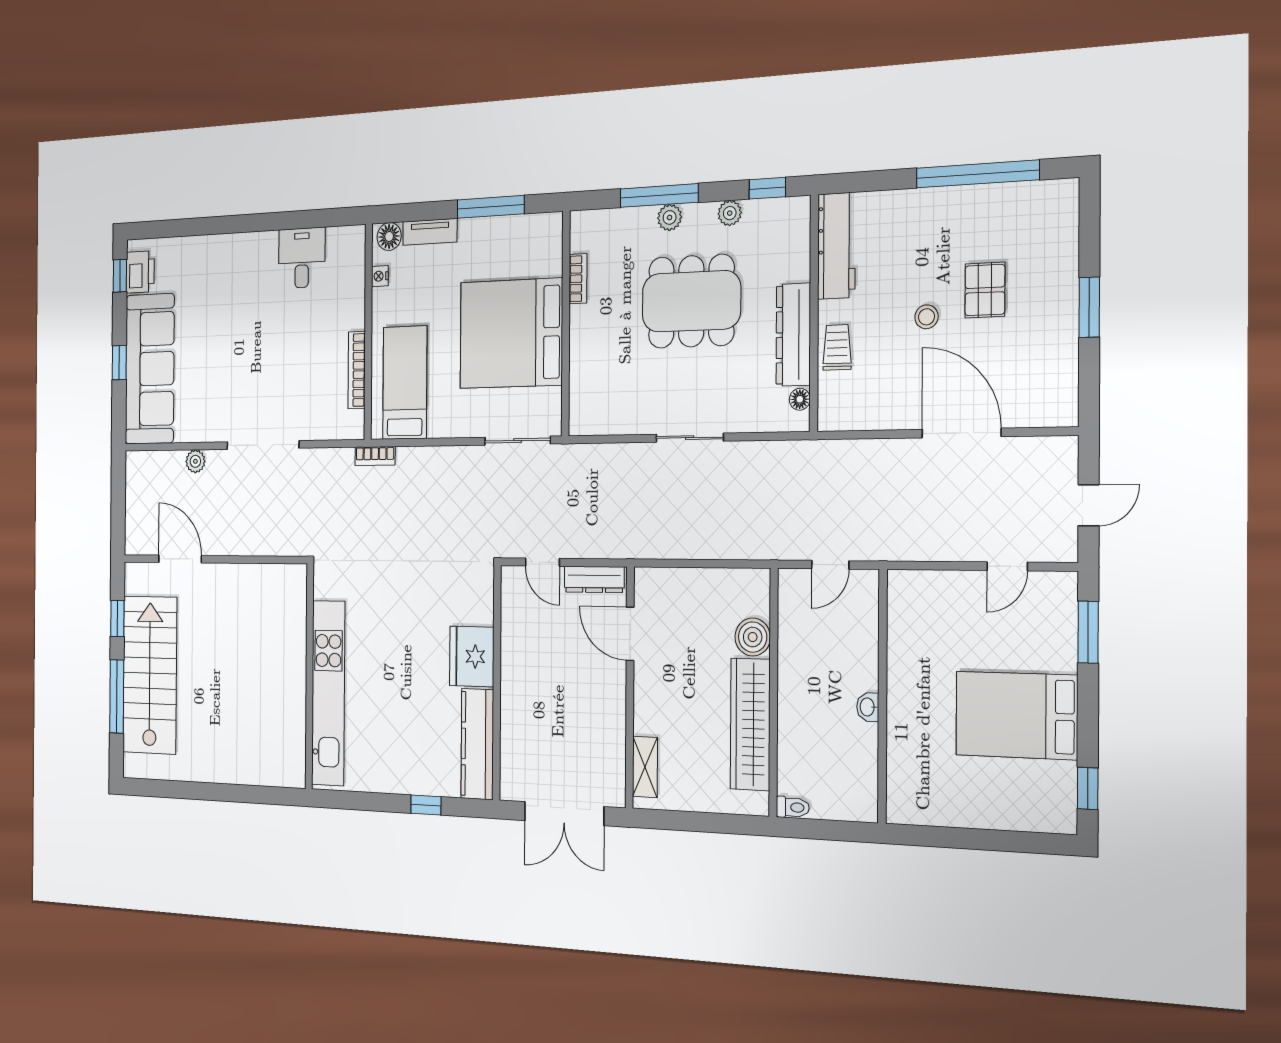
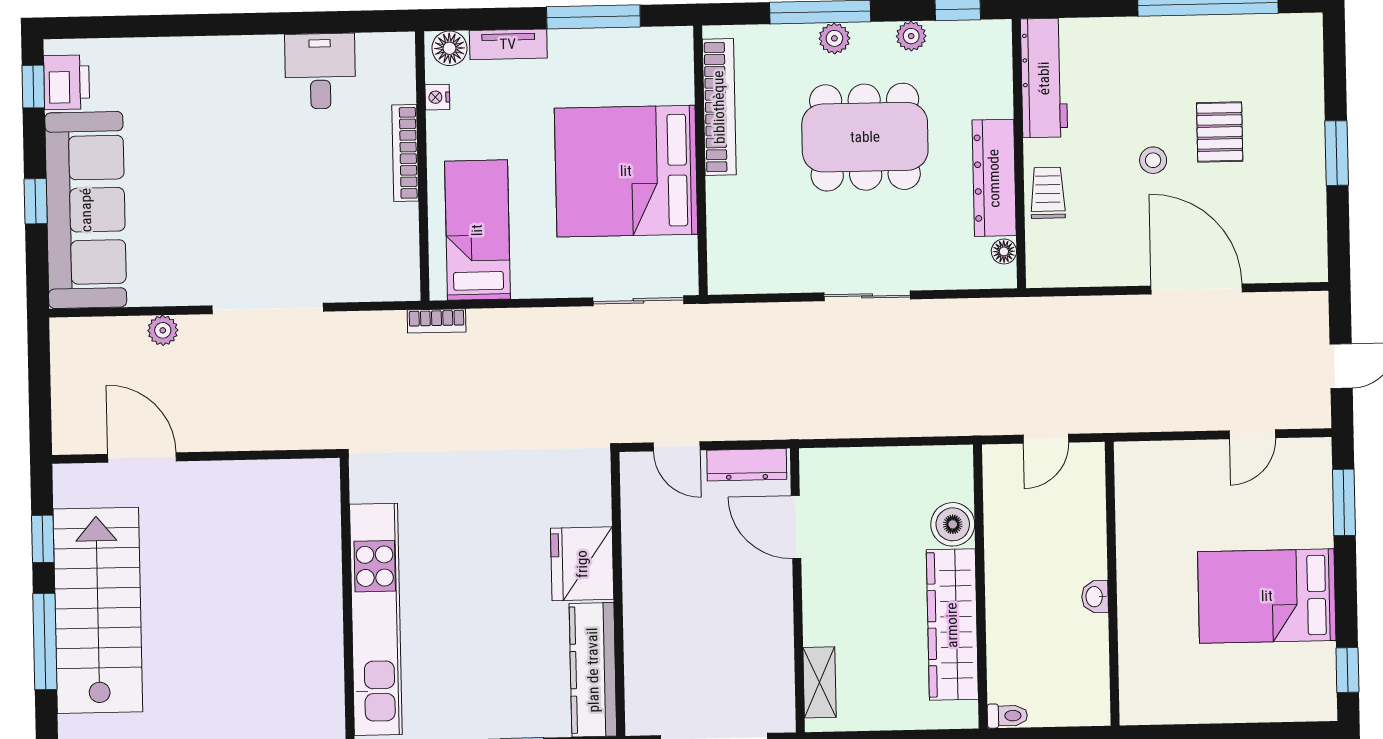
bookcase: (578, 279) -> (719, 107), width x2.31, depth x1.31
bookcase: (357, 370) -> (405, 153), moved

